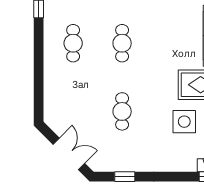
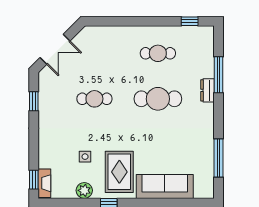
cafe table: (122, 43) -> (158, 99), width x1.37, depth x1.35
side table: (184, 122) -> (85, 157), width x0.54, depth x0.54

